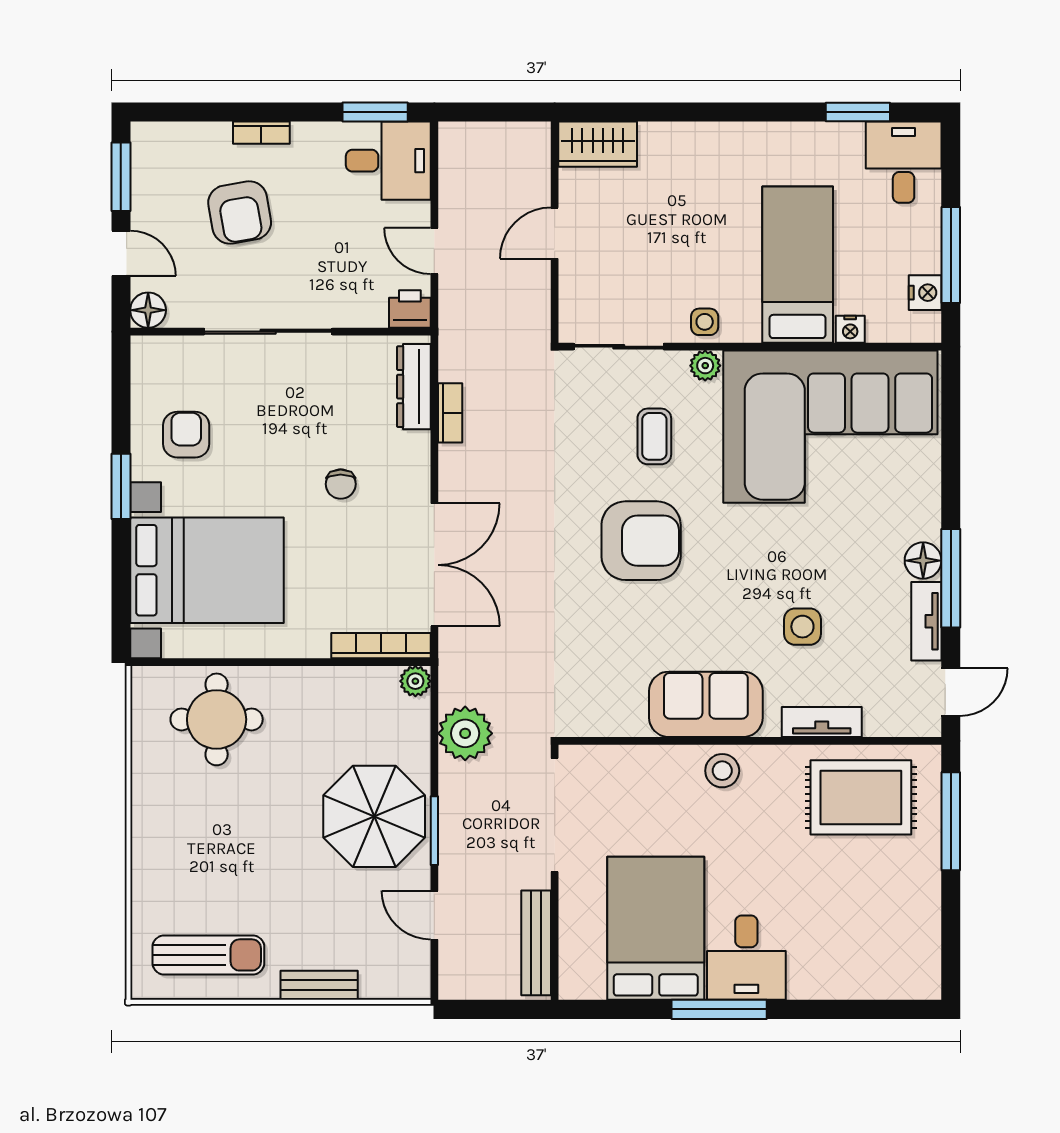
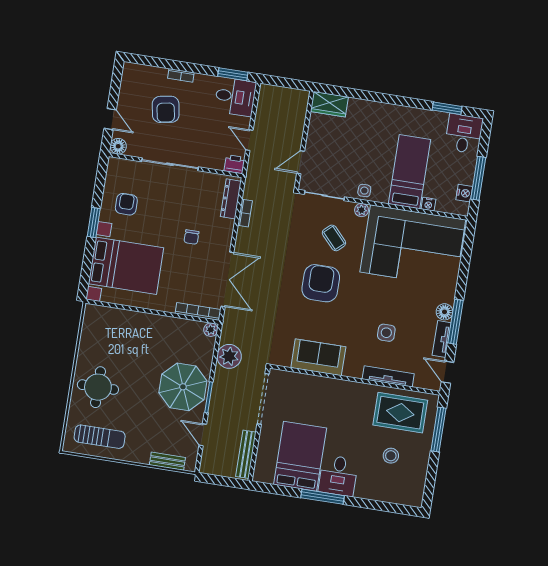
window: (121, 177) -> (115, 85), removed
door: (555, 233) -> (301, 162), moved
coffee table: (654, 436) -> (334, 238), turned -43
armchair: (641, 541) -> (321, 283), turned -90
door: (951, 692) -> (448, 372), swing flipped
sofa: (706, 704) -> (318, 357), moved
round table: (217, 719) -> (98, 387), moved
tv unit: (822, 722) -> (388, 376), width x1.41
stool: (722, 771) -> (391, 456), moved
bench: (319, 985) -> (167, 461), moved

